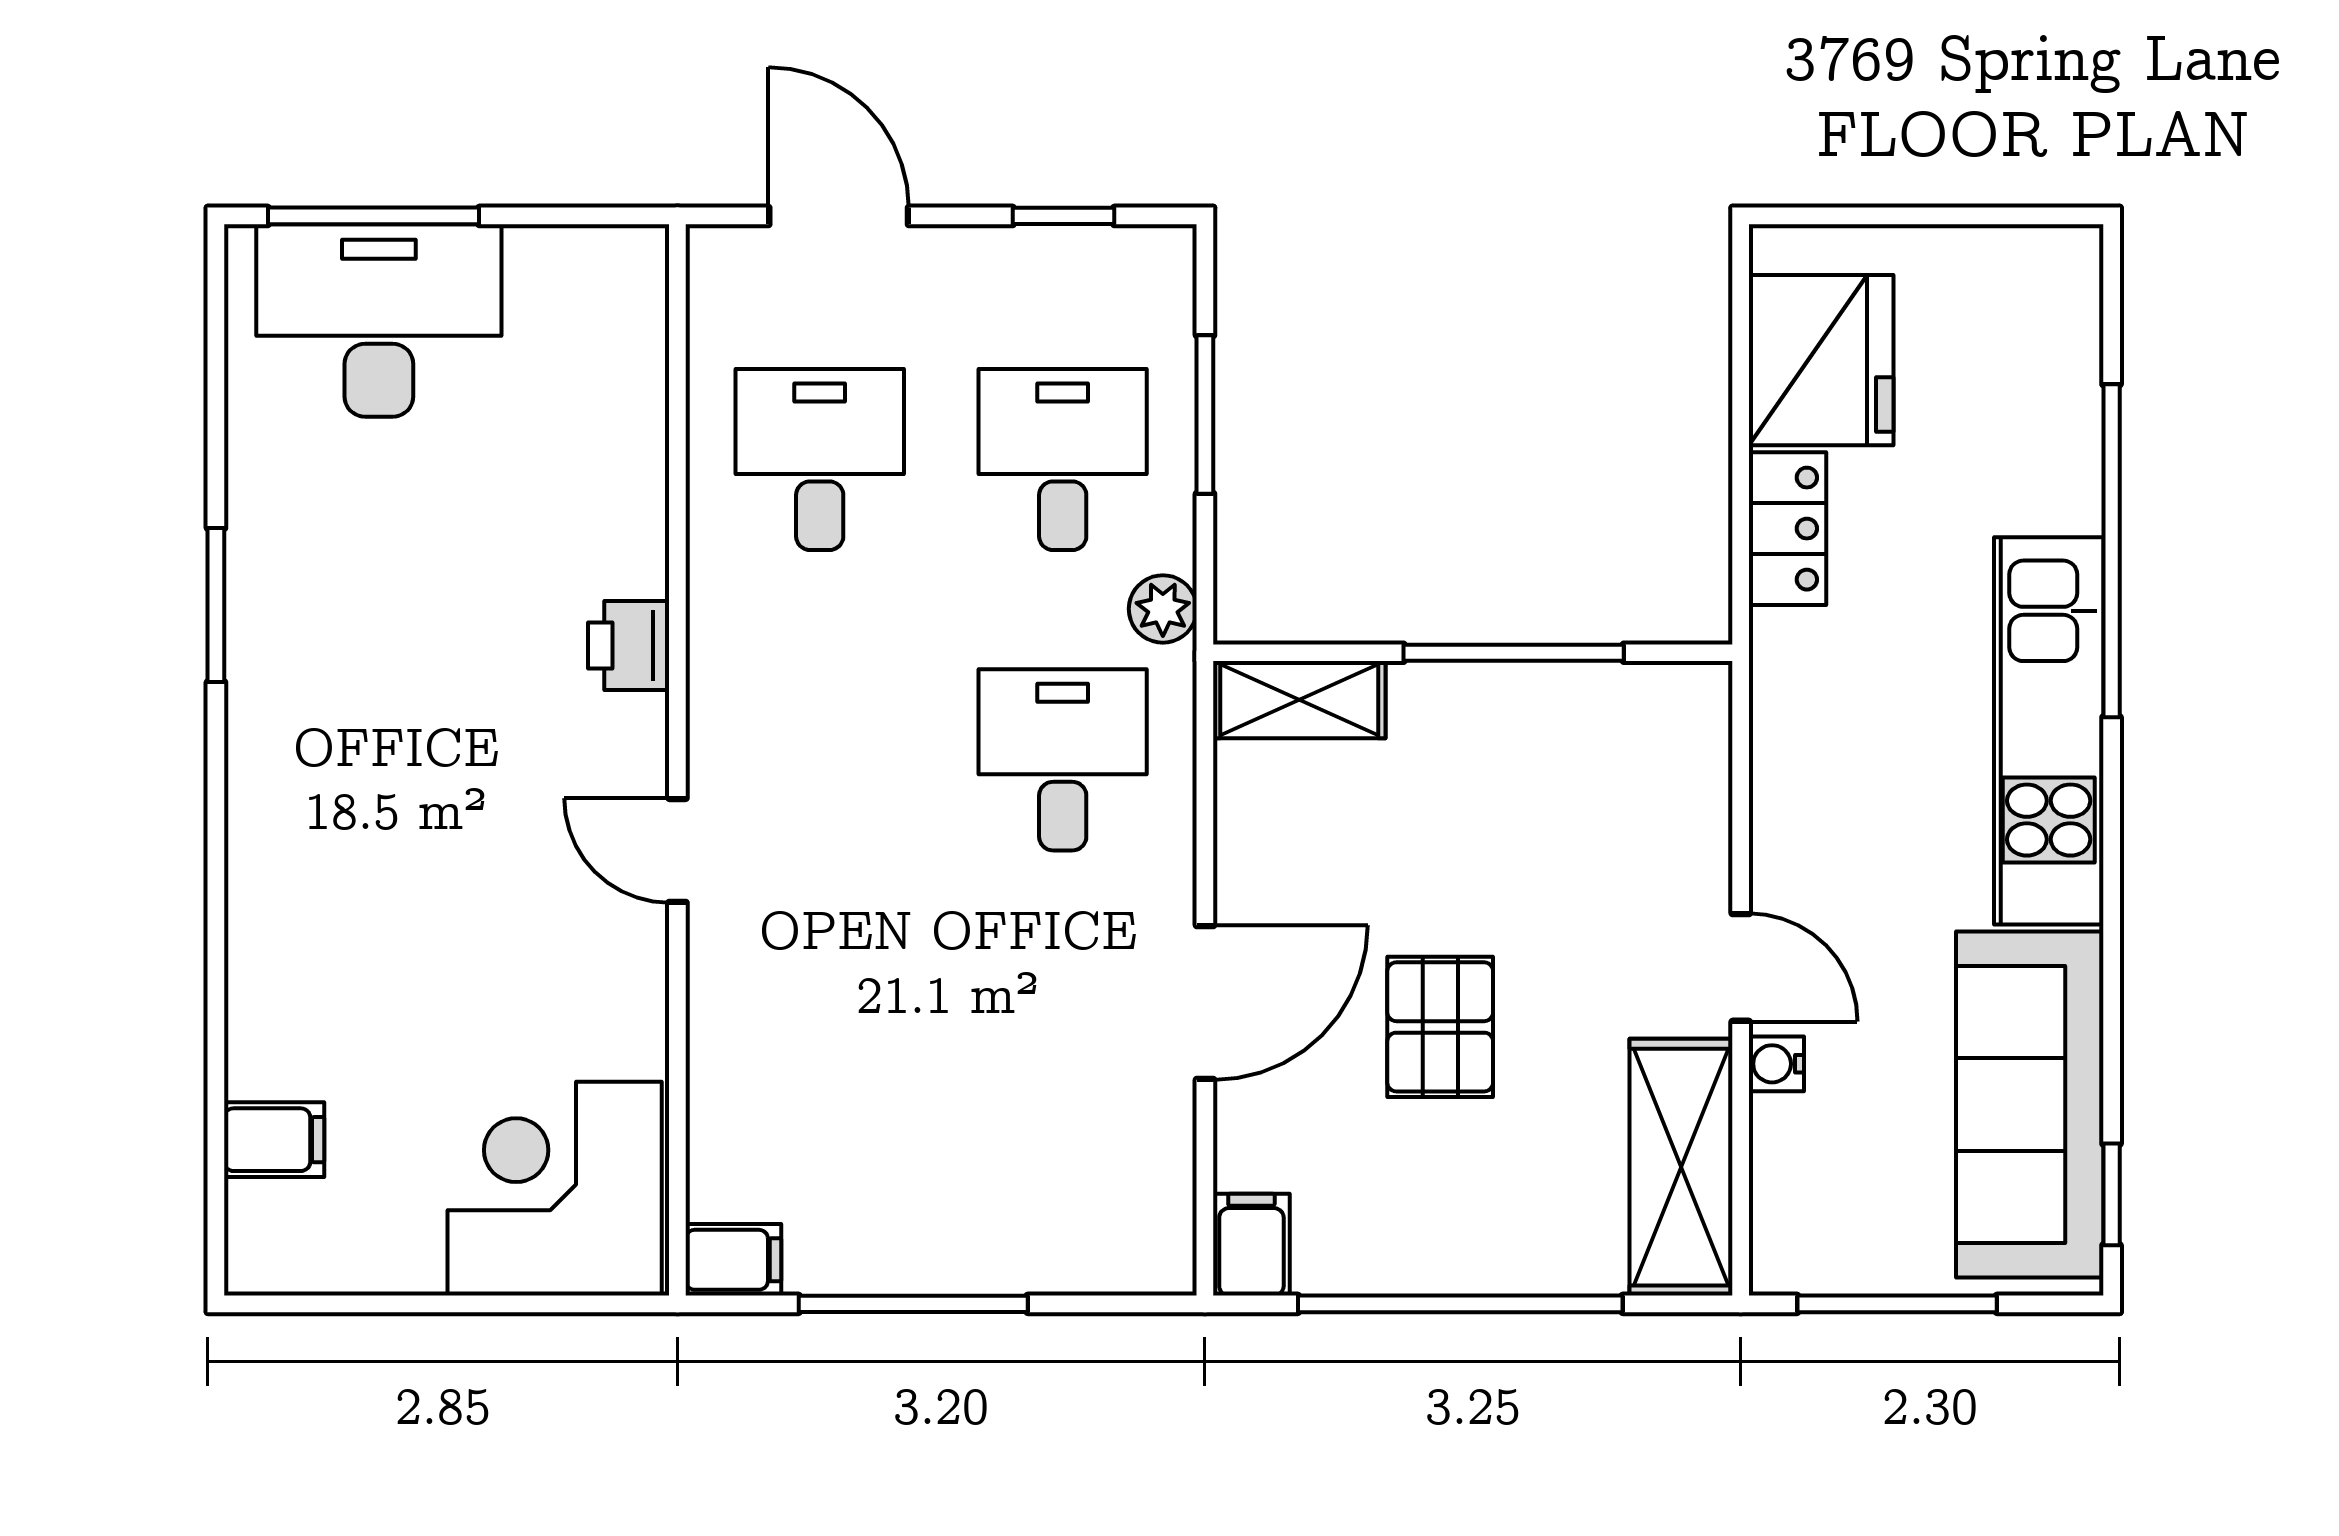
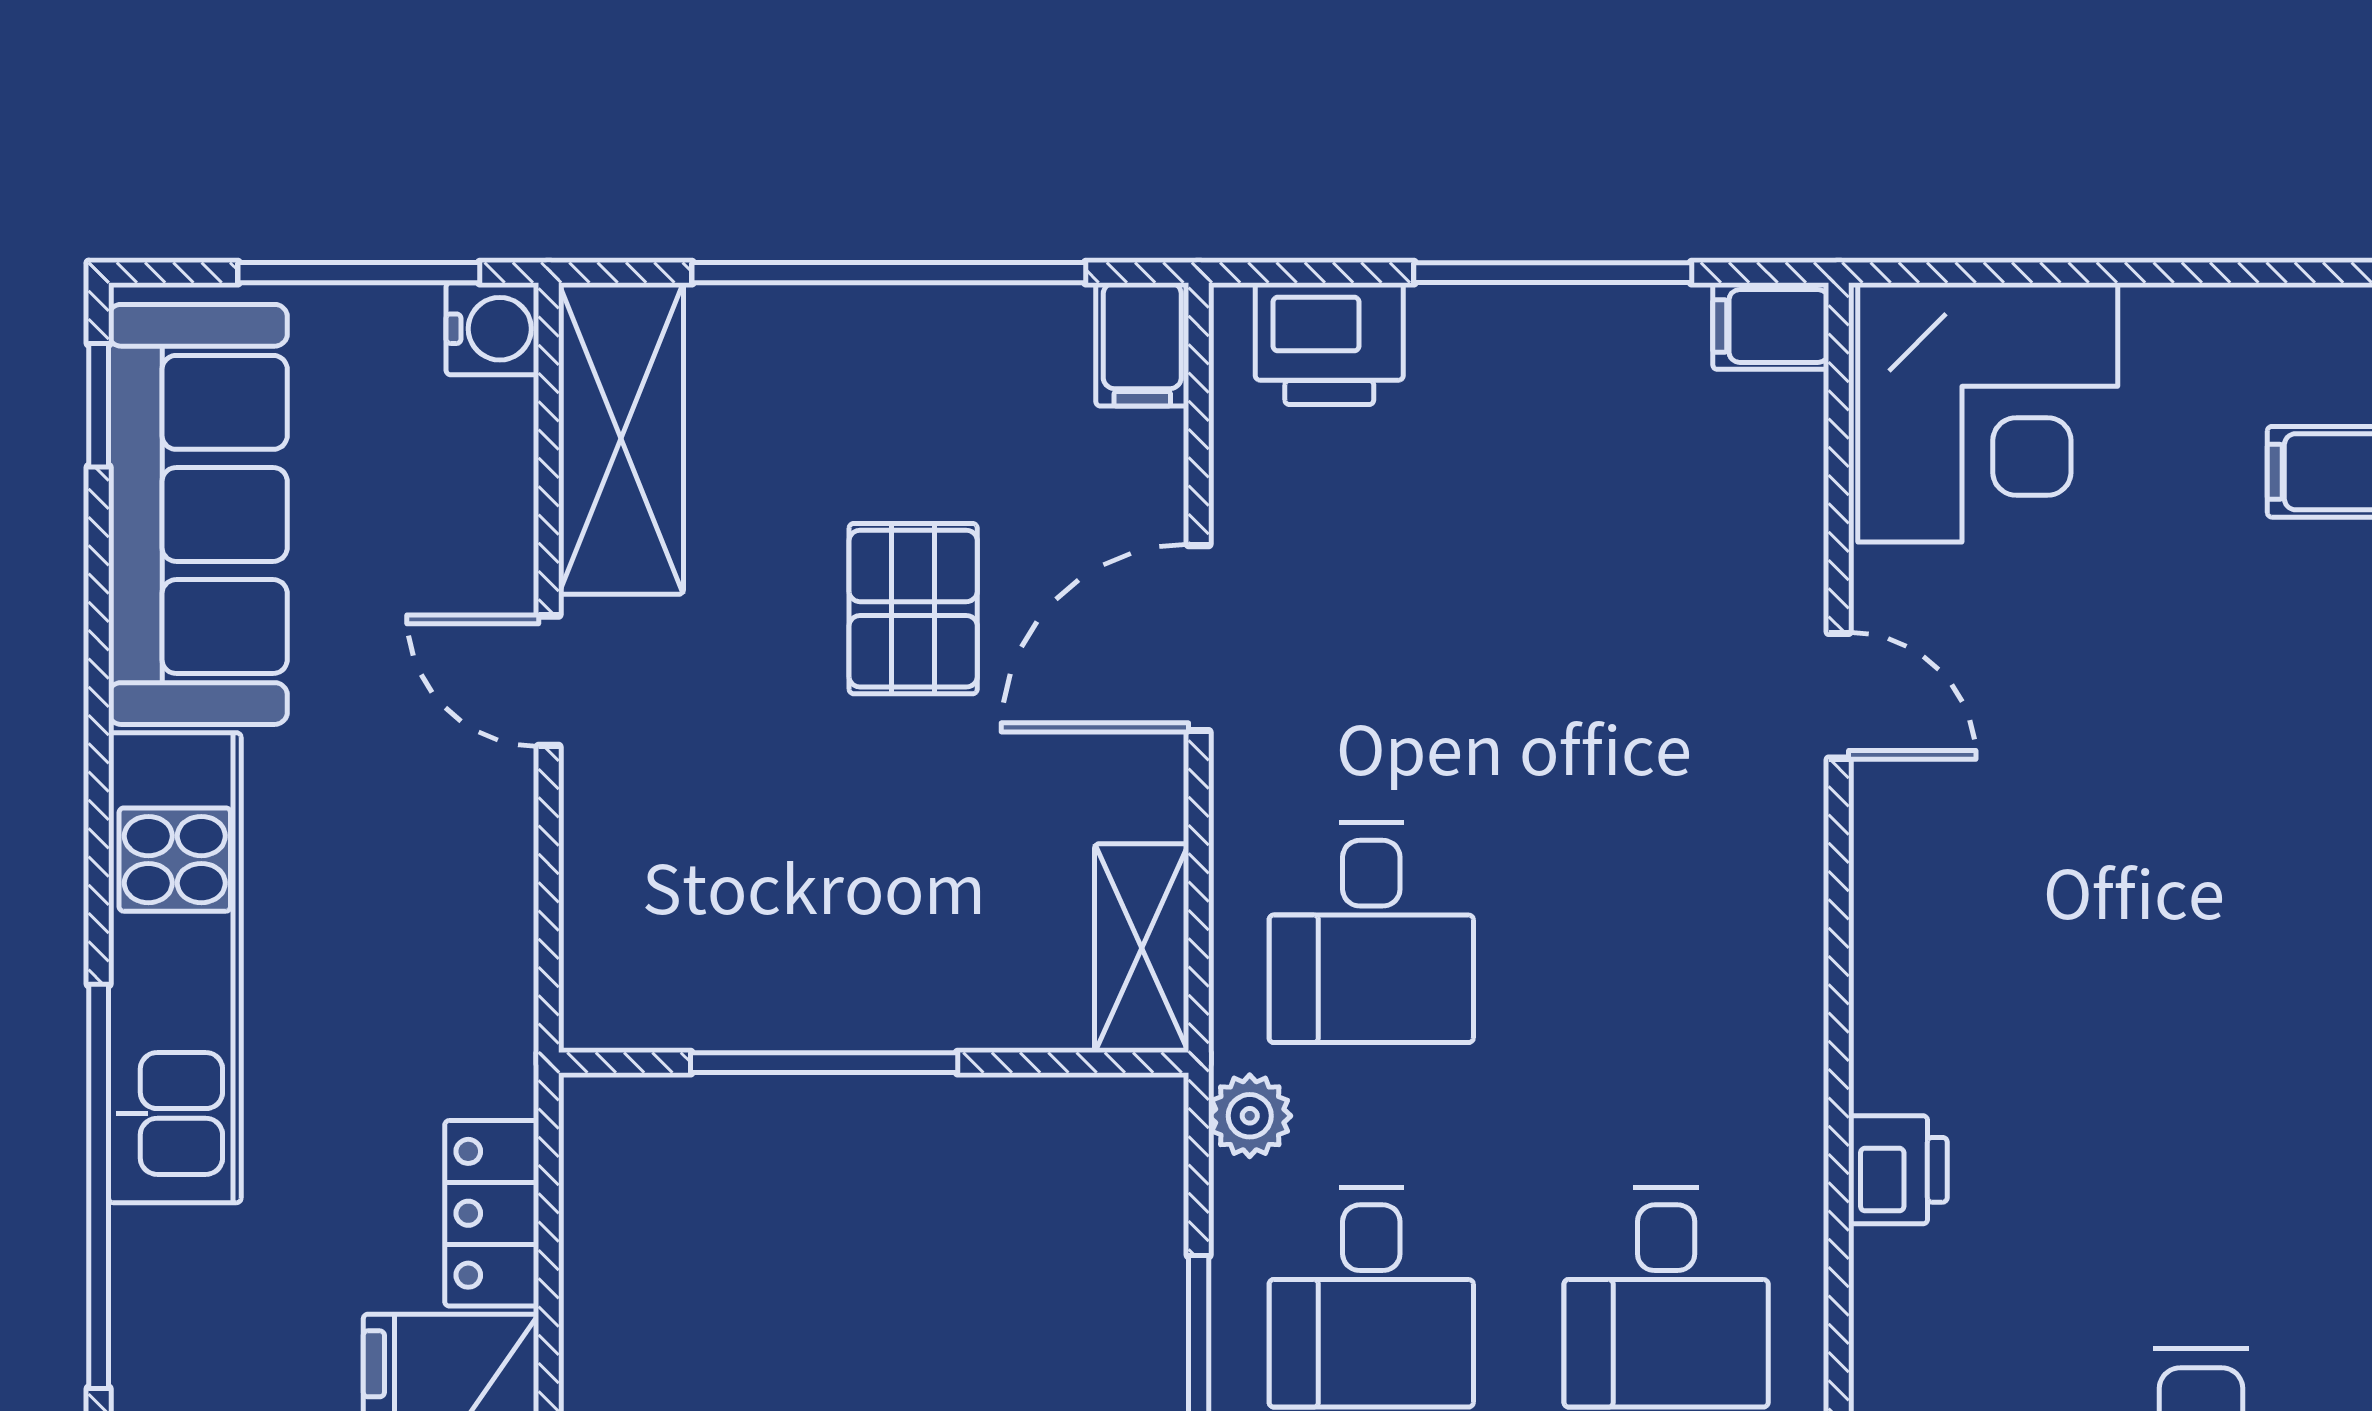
printer: (629, 646) -> (1898, 1170), moved
shelving: (1299, 700) -> (1142, 948), moved, turned 90
door: (677, 850) -> (1839, 696), moved
water cooler: (1776, 1064) -> (492, 329), moved, width x1.38, depth x1.38
printer: (1097, 1245) -> (1329, 344), added

